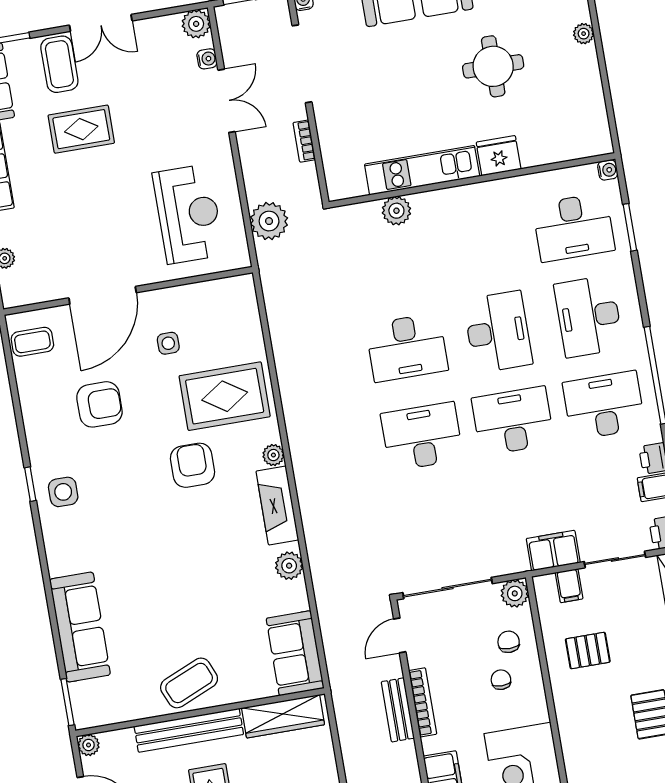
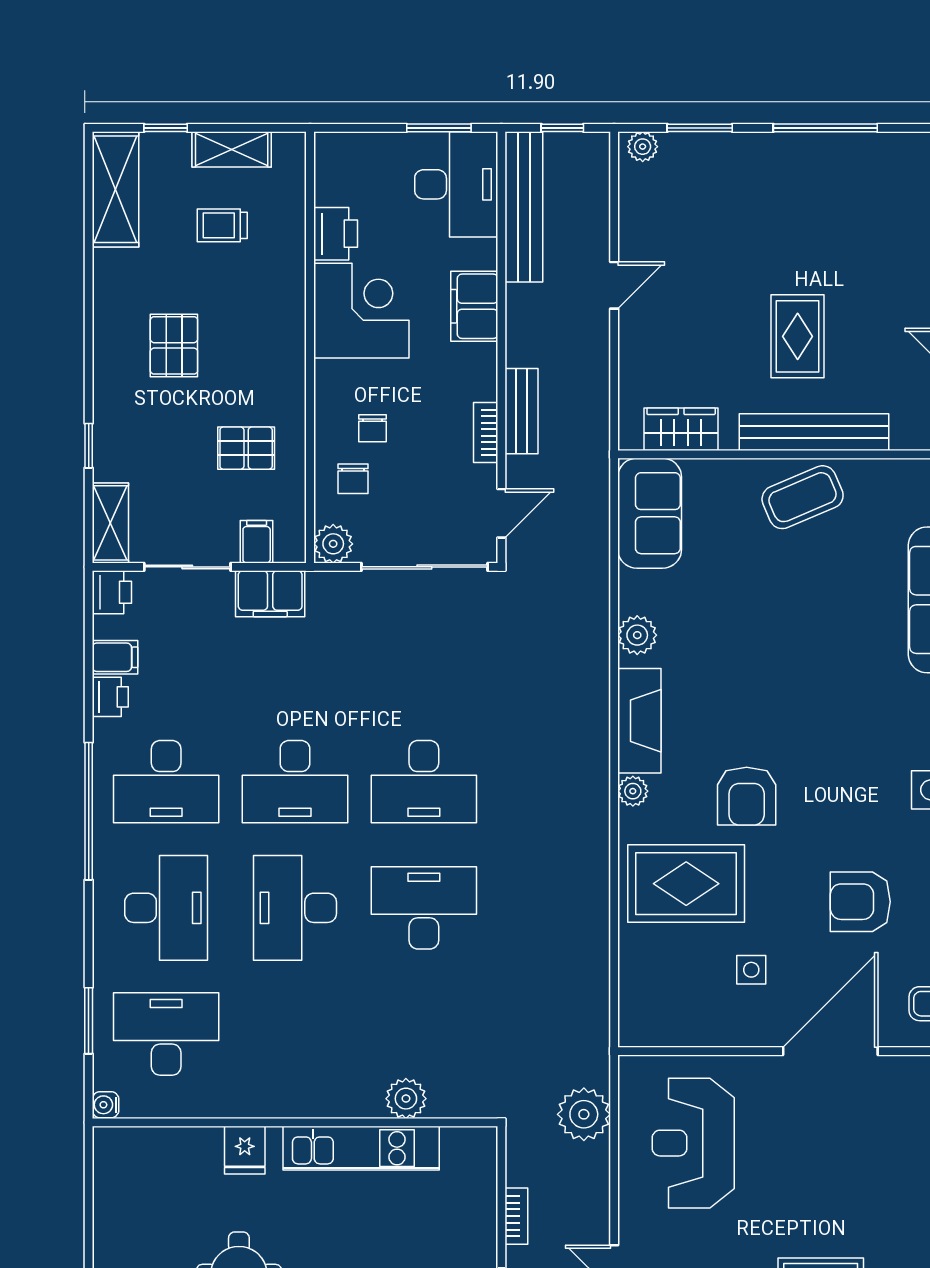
fridge: (499, 156) -> (245, 1150), width x0.72
bookcase: (423, 702) -> (486, 432), width x0.64
wardrobe: (283, 716) -> (681, 429), width x0.67

